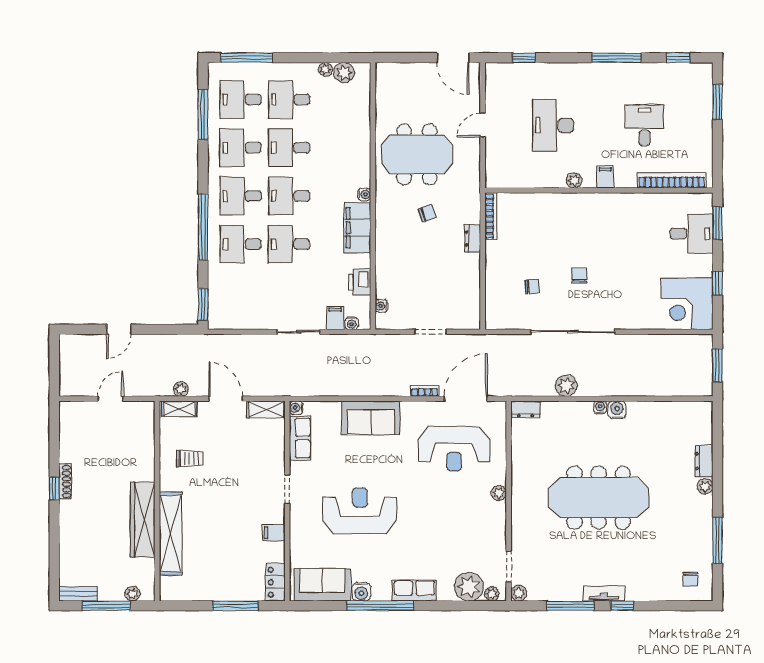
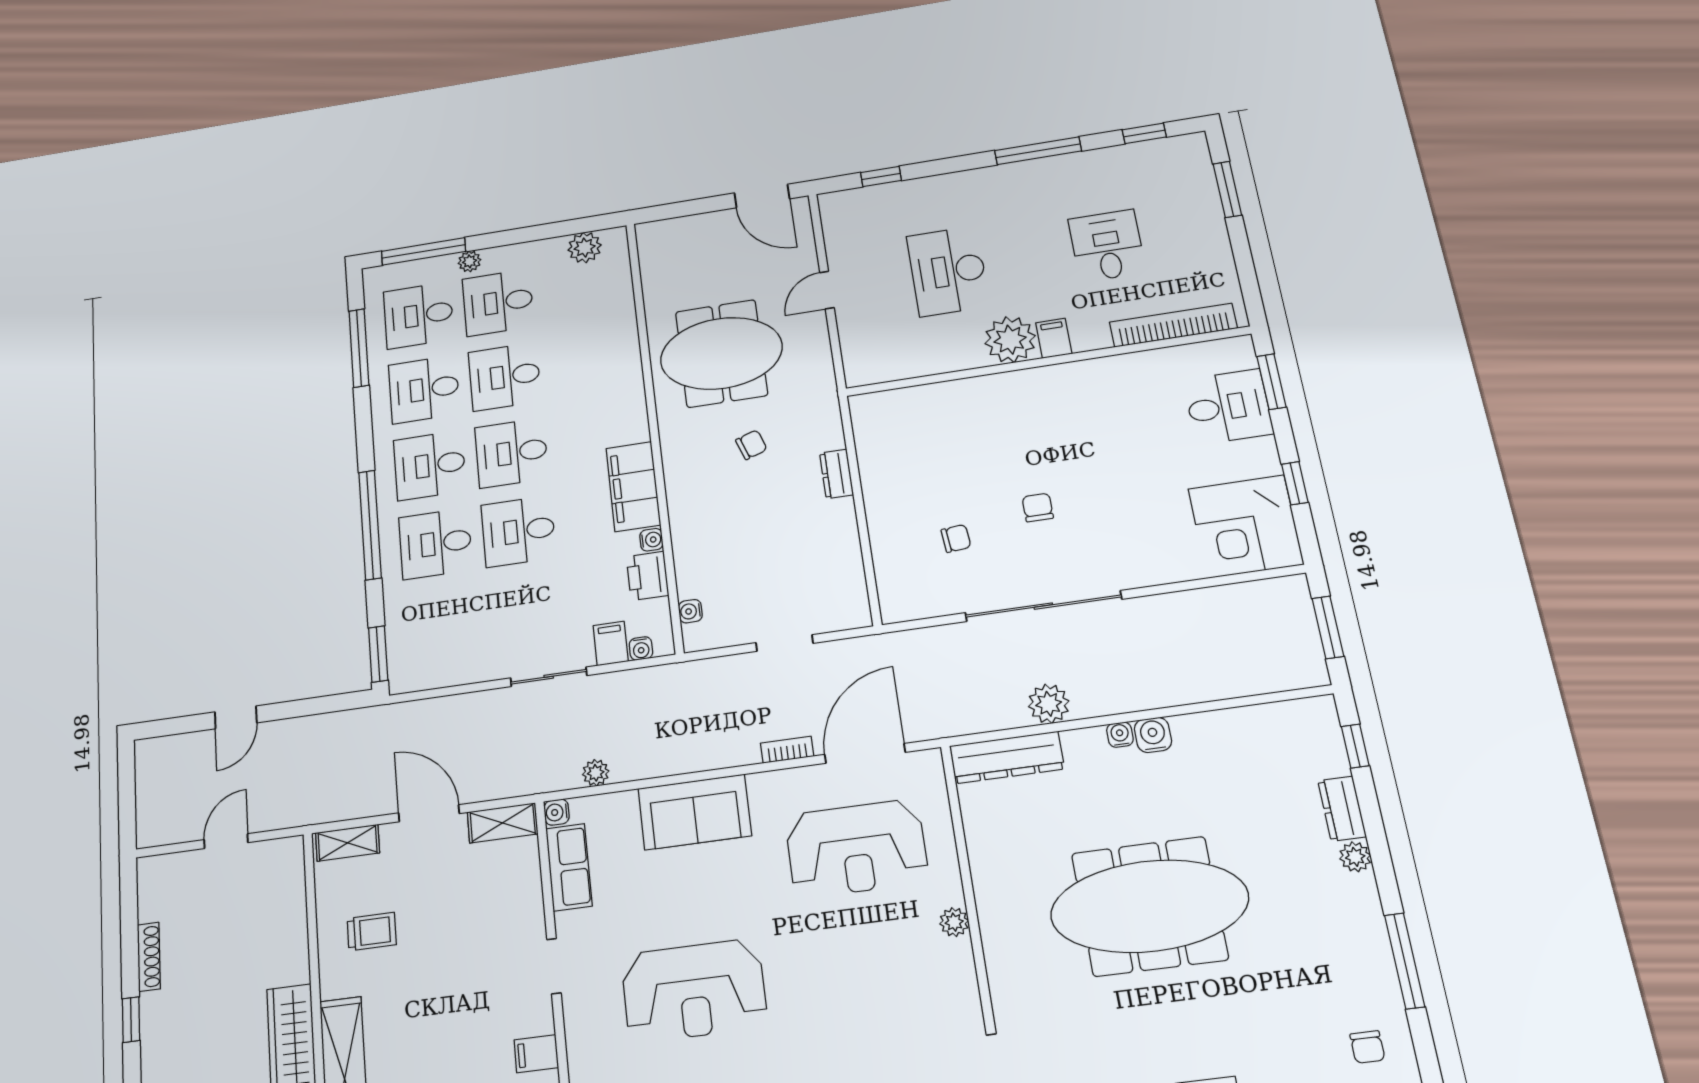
plant: (325, 69) -> (469, 261), moved
plant: (574, 180) -> (1010, 340), width x1.88, depth x1.88
water cooler: (364, 194) -> (651, 540), moved
bookcase: (491, 216) -> (863, 432), removed
plant: (181, 389) -> (596, 773), moved
dresser: (526, 409) -> (1007, 757), width x1.96, depth x1.24
window: (717, 430) -> (1355, 746), added
shoe rack: (65, 481) -> (149, 957), moved
reception desk: (360, 511) -> (694, 991), turned 180

